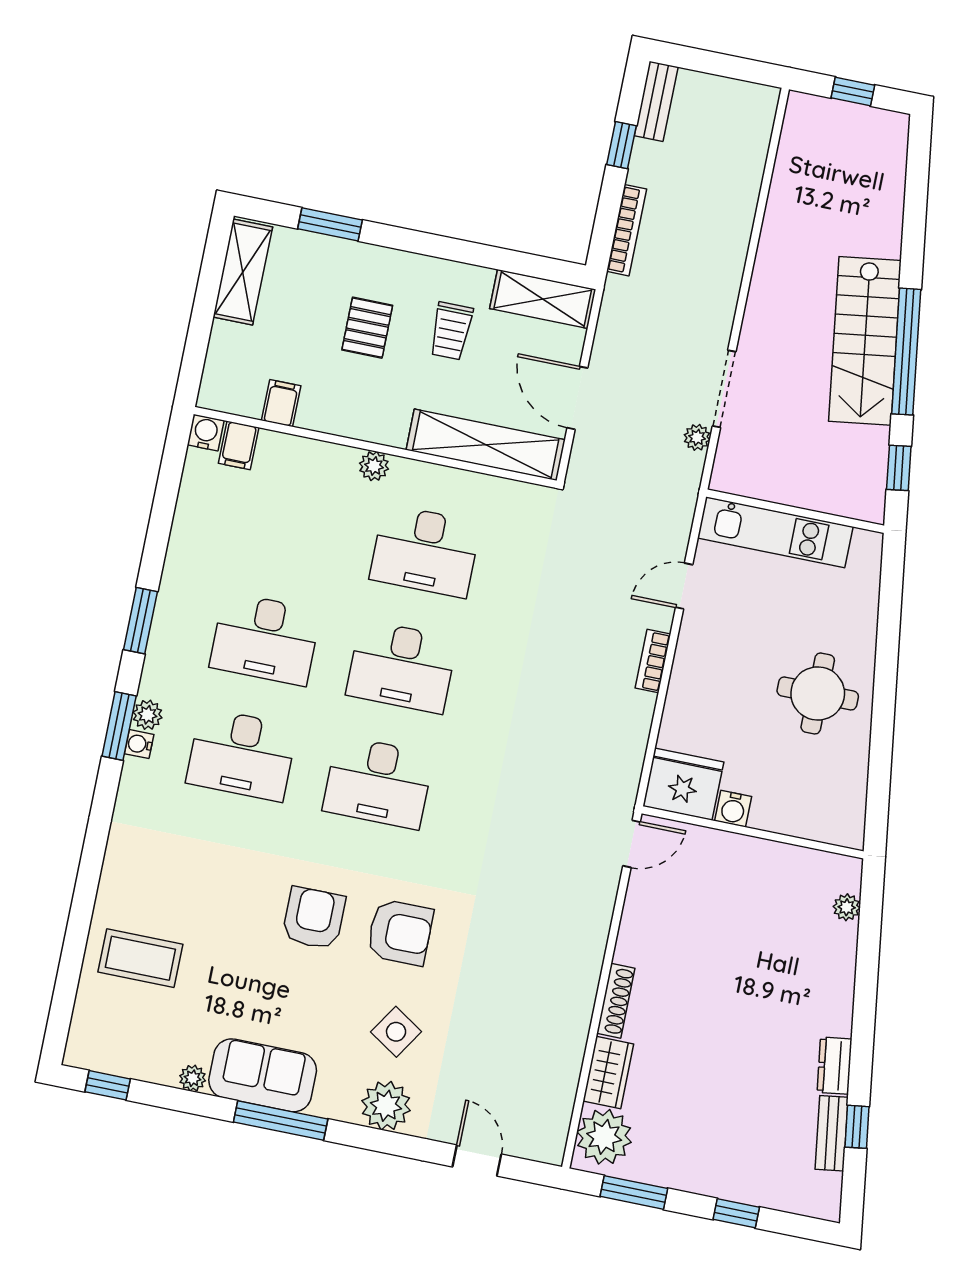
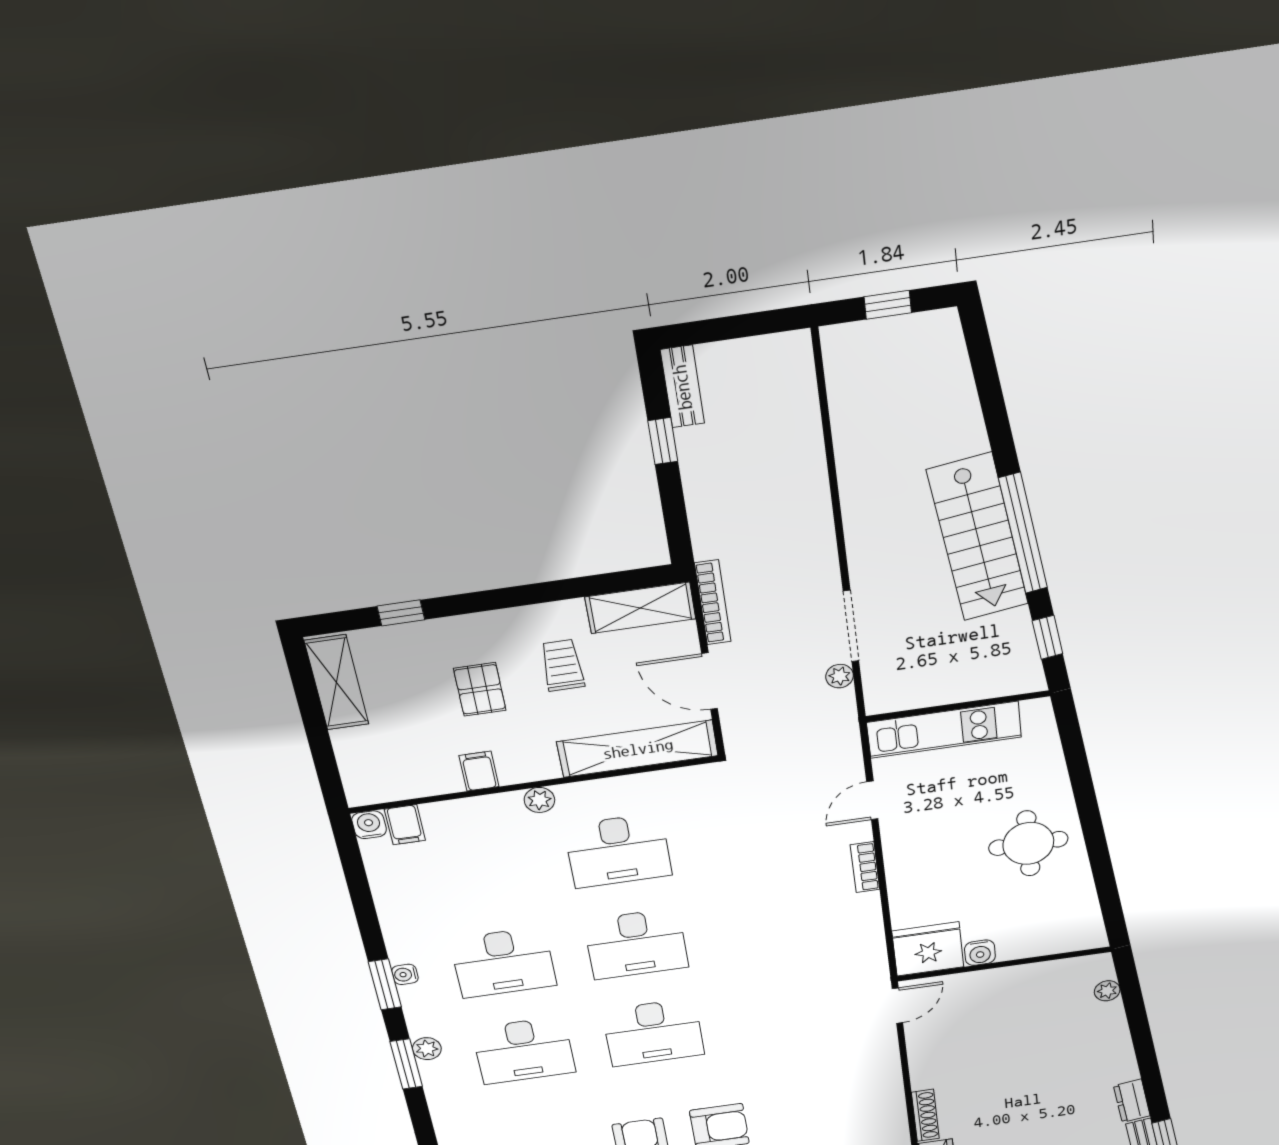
window: (330, 224) -> (401, 613), width x0.67
bookcase: (627, 230) -> (713, 602), moved
trolley: (451, 331) -> (562, 665), turned 180
filing cabinet: (281, 403) -> (479, 771), moved
water cooler: (139, 744) -> (405, 974), moved

